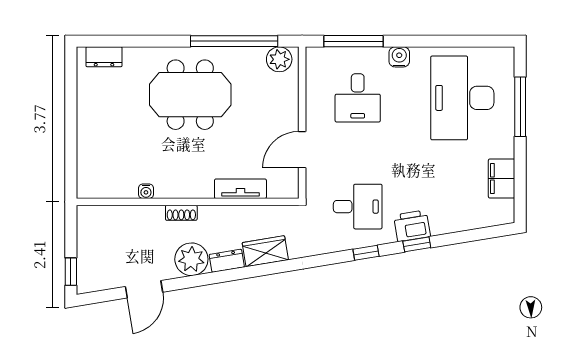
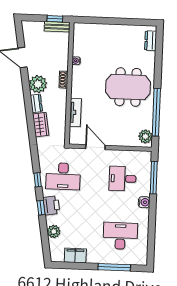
meeting table: (190, 95) -> (128, 87), turned 90
desk: (462, 98) -> (120, 236), width x0.73, depth x0.77
desk: (358, 207) -> (63, 176), width x1.37
plant: (459, 220) -> (54, 231), added
bench: (85, 228) -> (57, 27), added
window: (71, 272) -> (55, 19), moved

